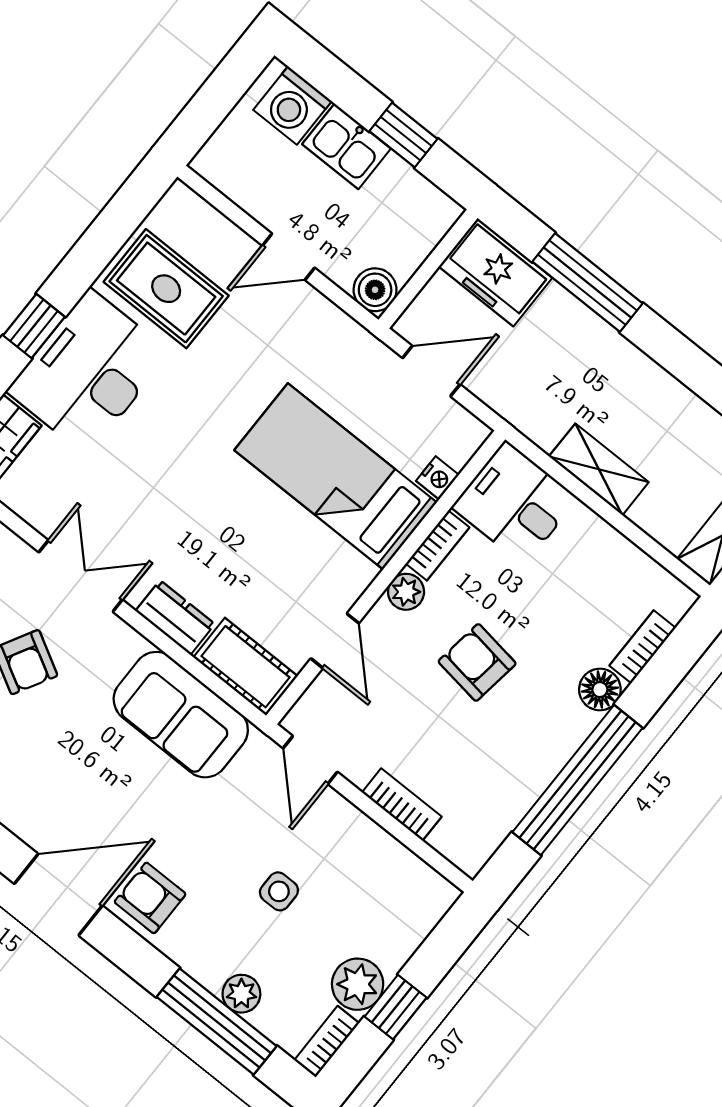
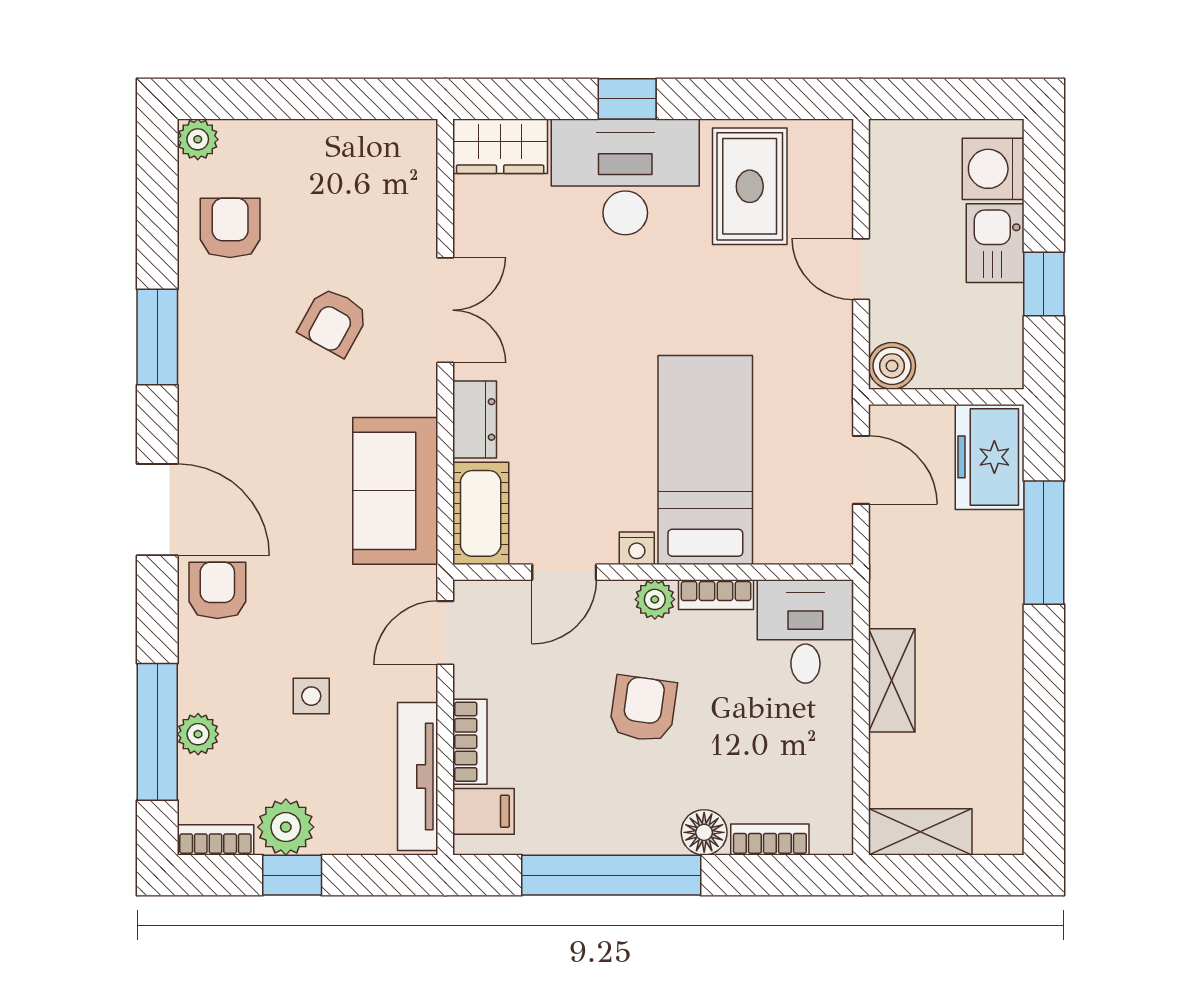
nightstand: (437, 478) -> (637, 548), moved
filing cabinet: (459, 835) -> (483, 811), added
tv unit: (397, 862) -> (418, 777), added

